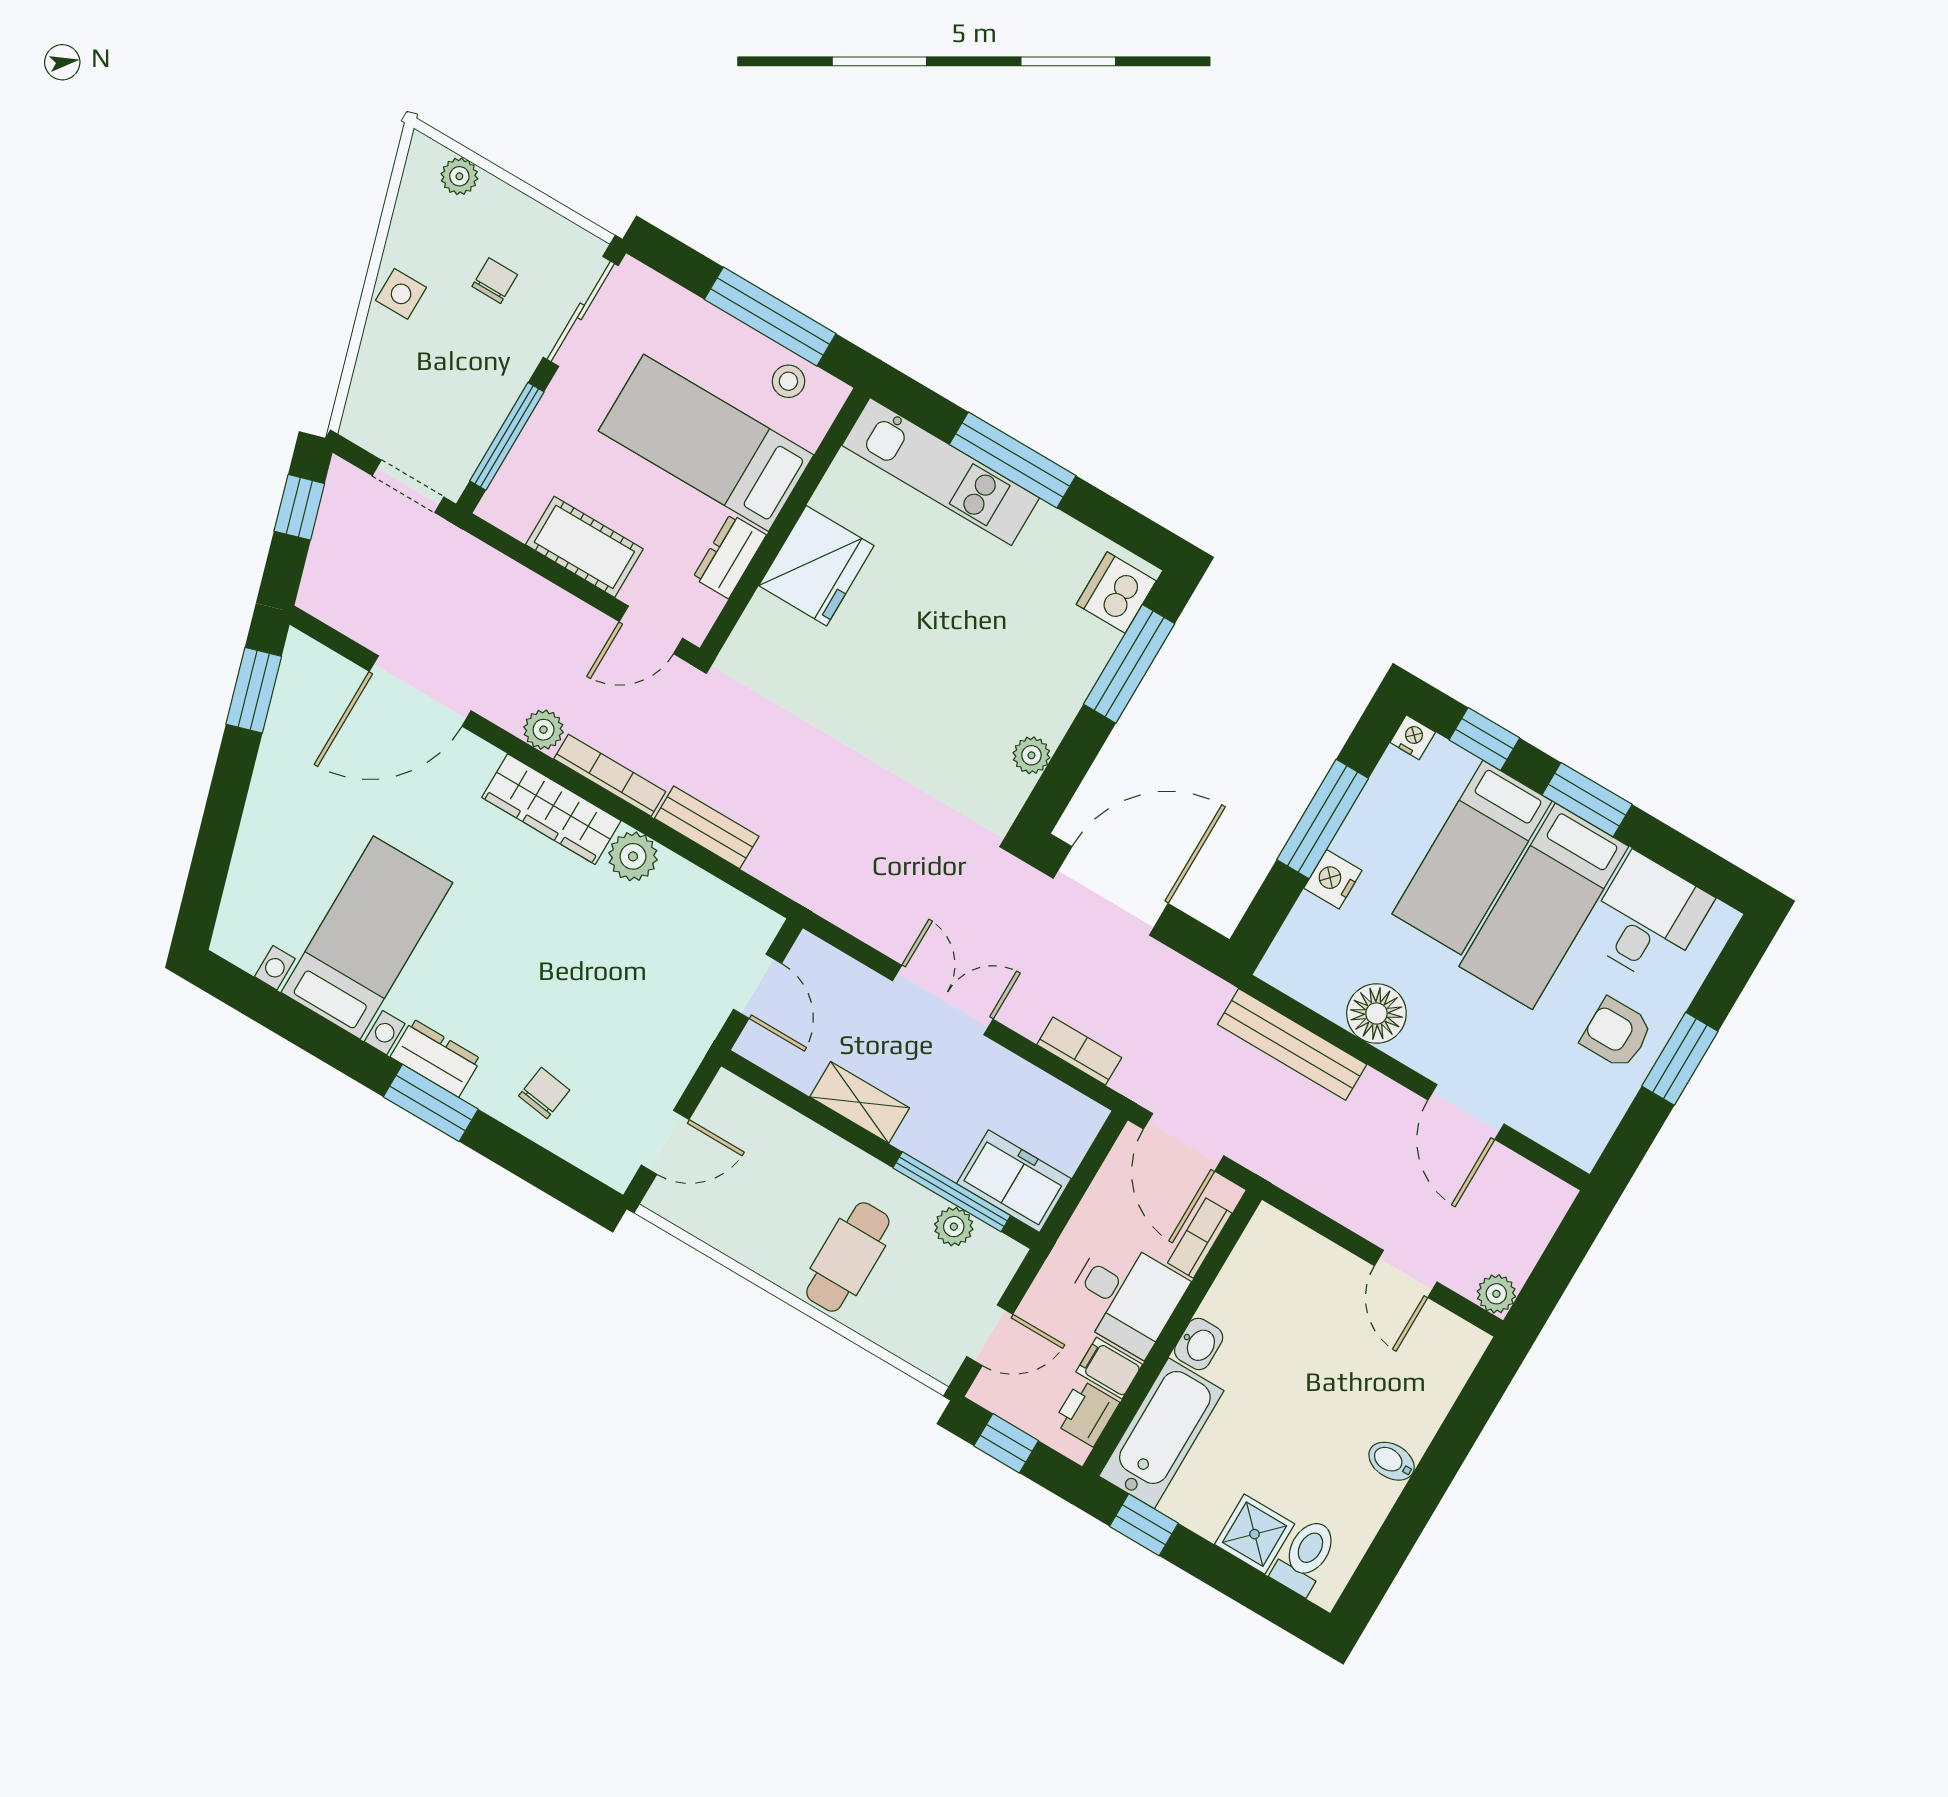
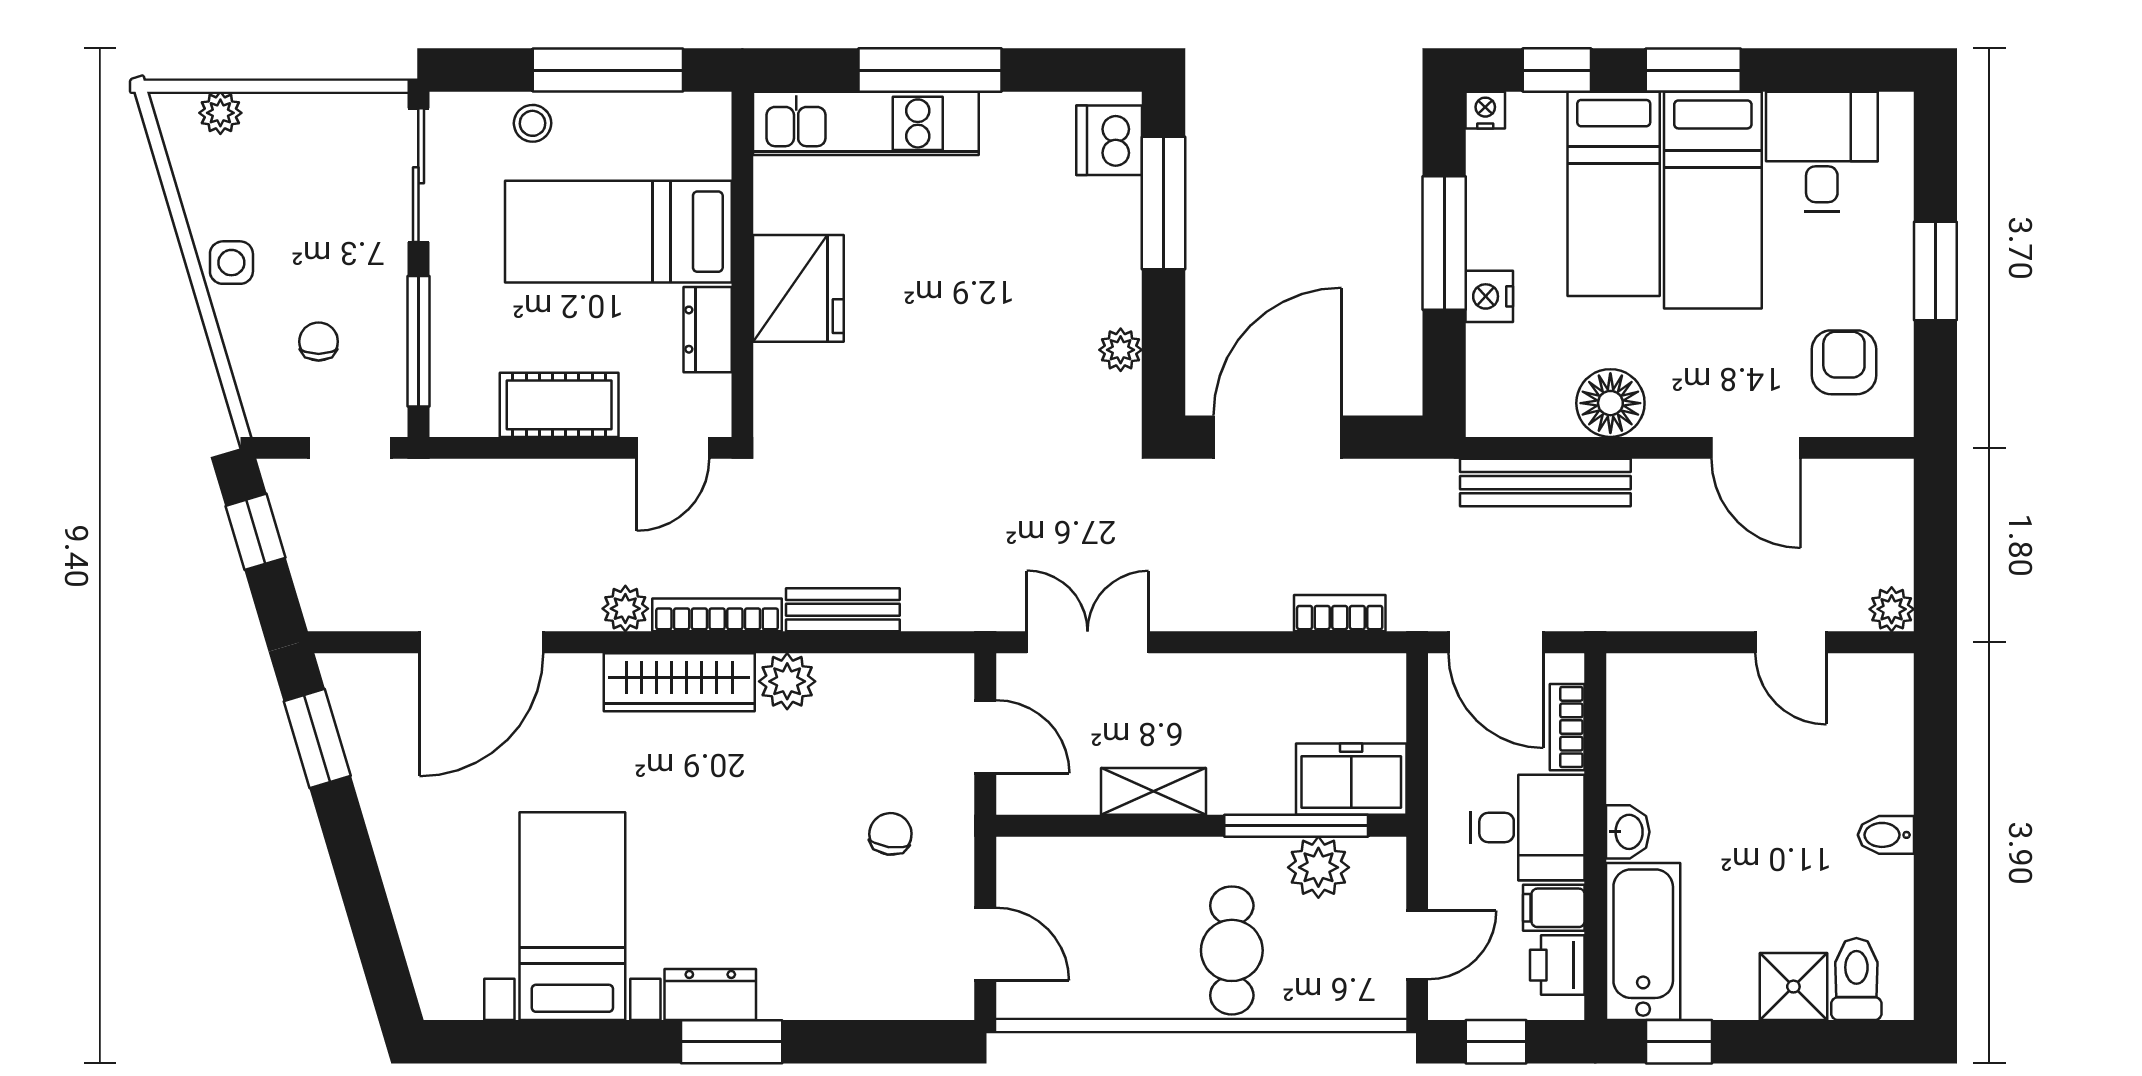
chair: (495, 281) -> (319, 342), moved
stool: (788, 381) -> (533, 123), moved
double door: (943, 1000) -> (1088, 642), moved
armchair: (1617, 1033) -> (1844, 362), moved, turned 90
chair: (544, 1093) -> (890, 834), moved
door: (665, 1142) -> (985, 944), hinge flipped
plant: (954, 1227) -> (1318, 867), width x1.38, depth x1.38

